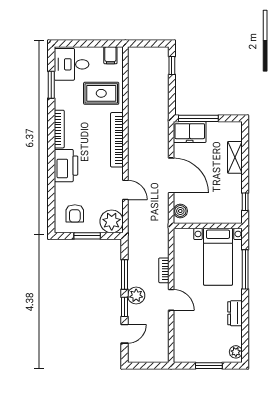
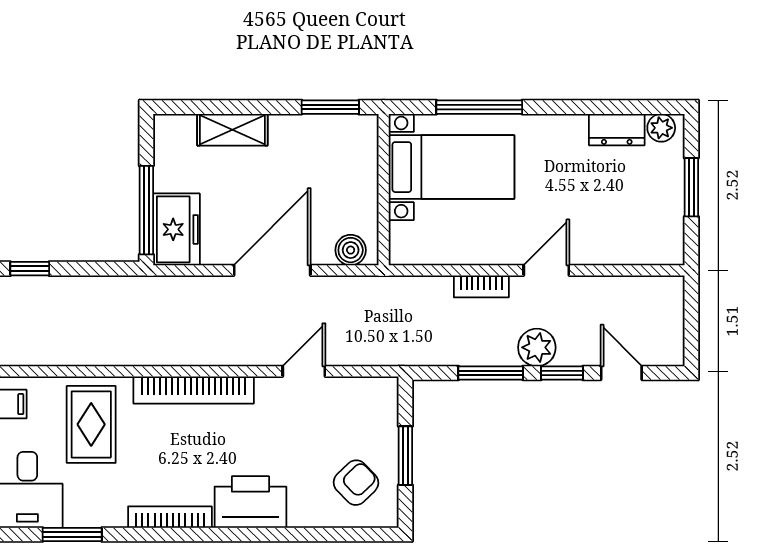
window: (245, 202) -> (330, 107), width x1.50
armchair: (75, 213) -> (356, 483), turned -44
plant: (112, 221) -> (373, 402), removed
dresser: (235, 313) -> (617, 130), moved

